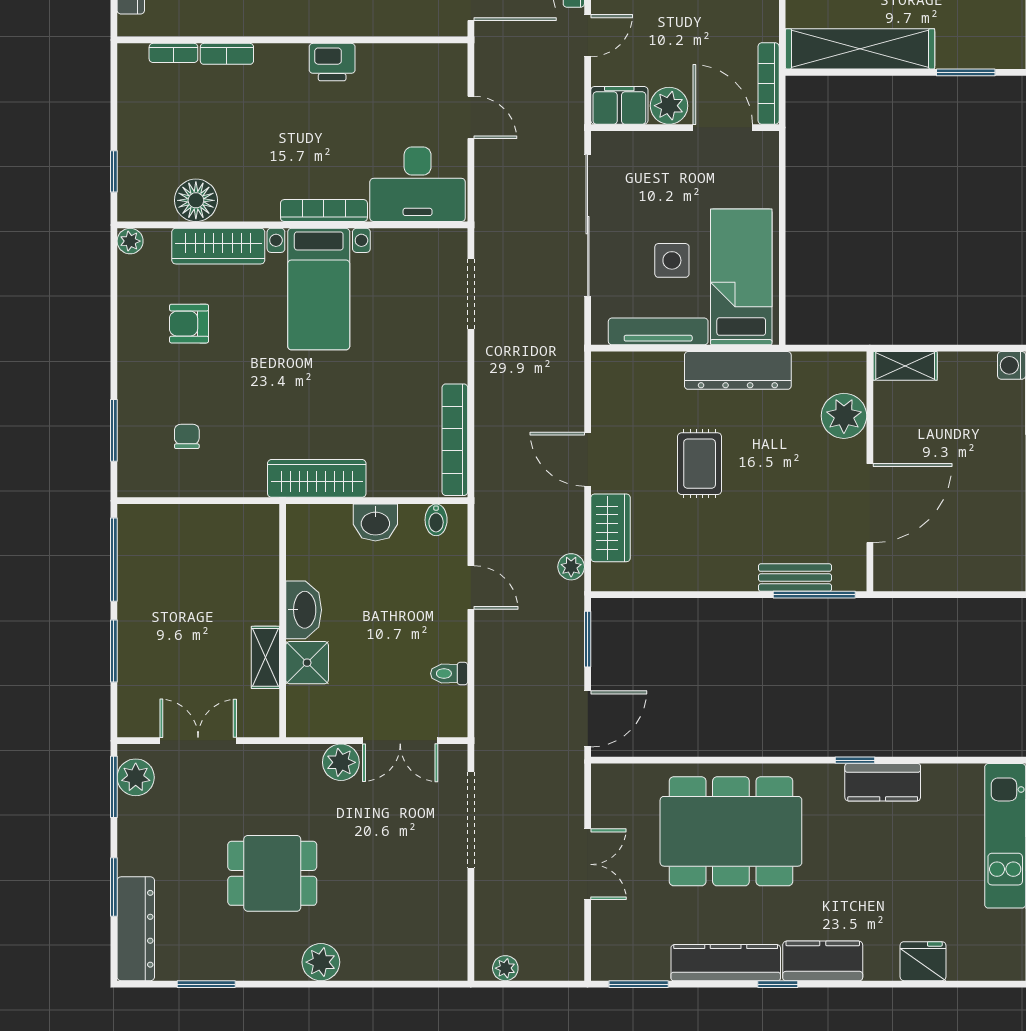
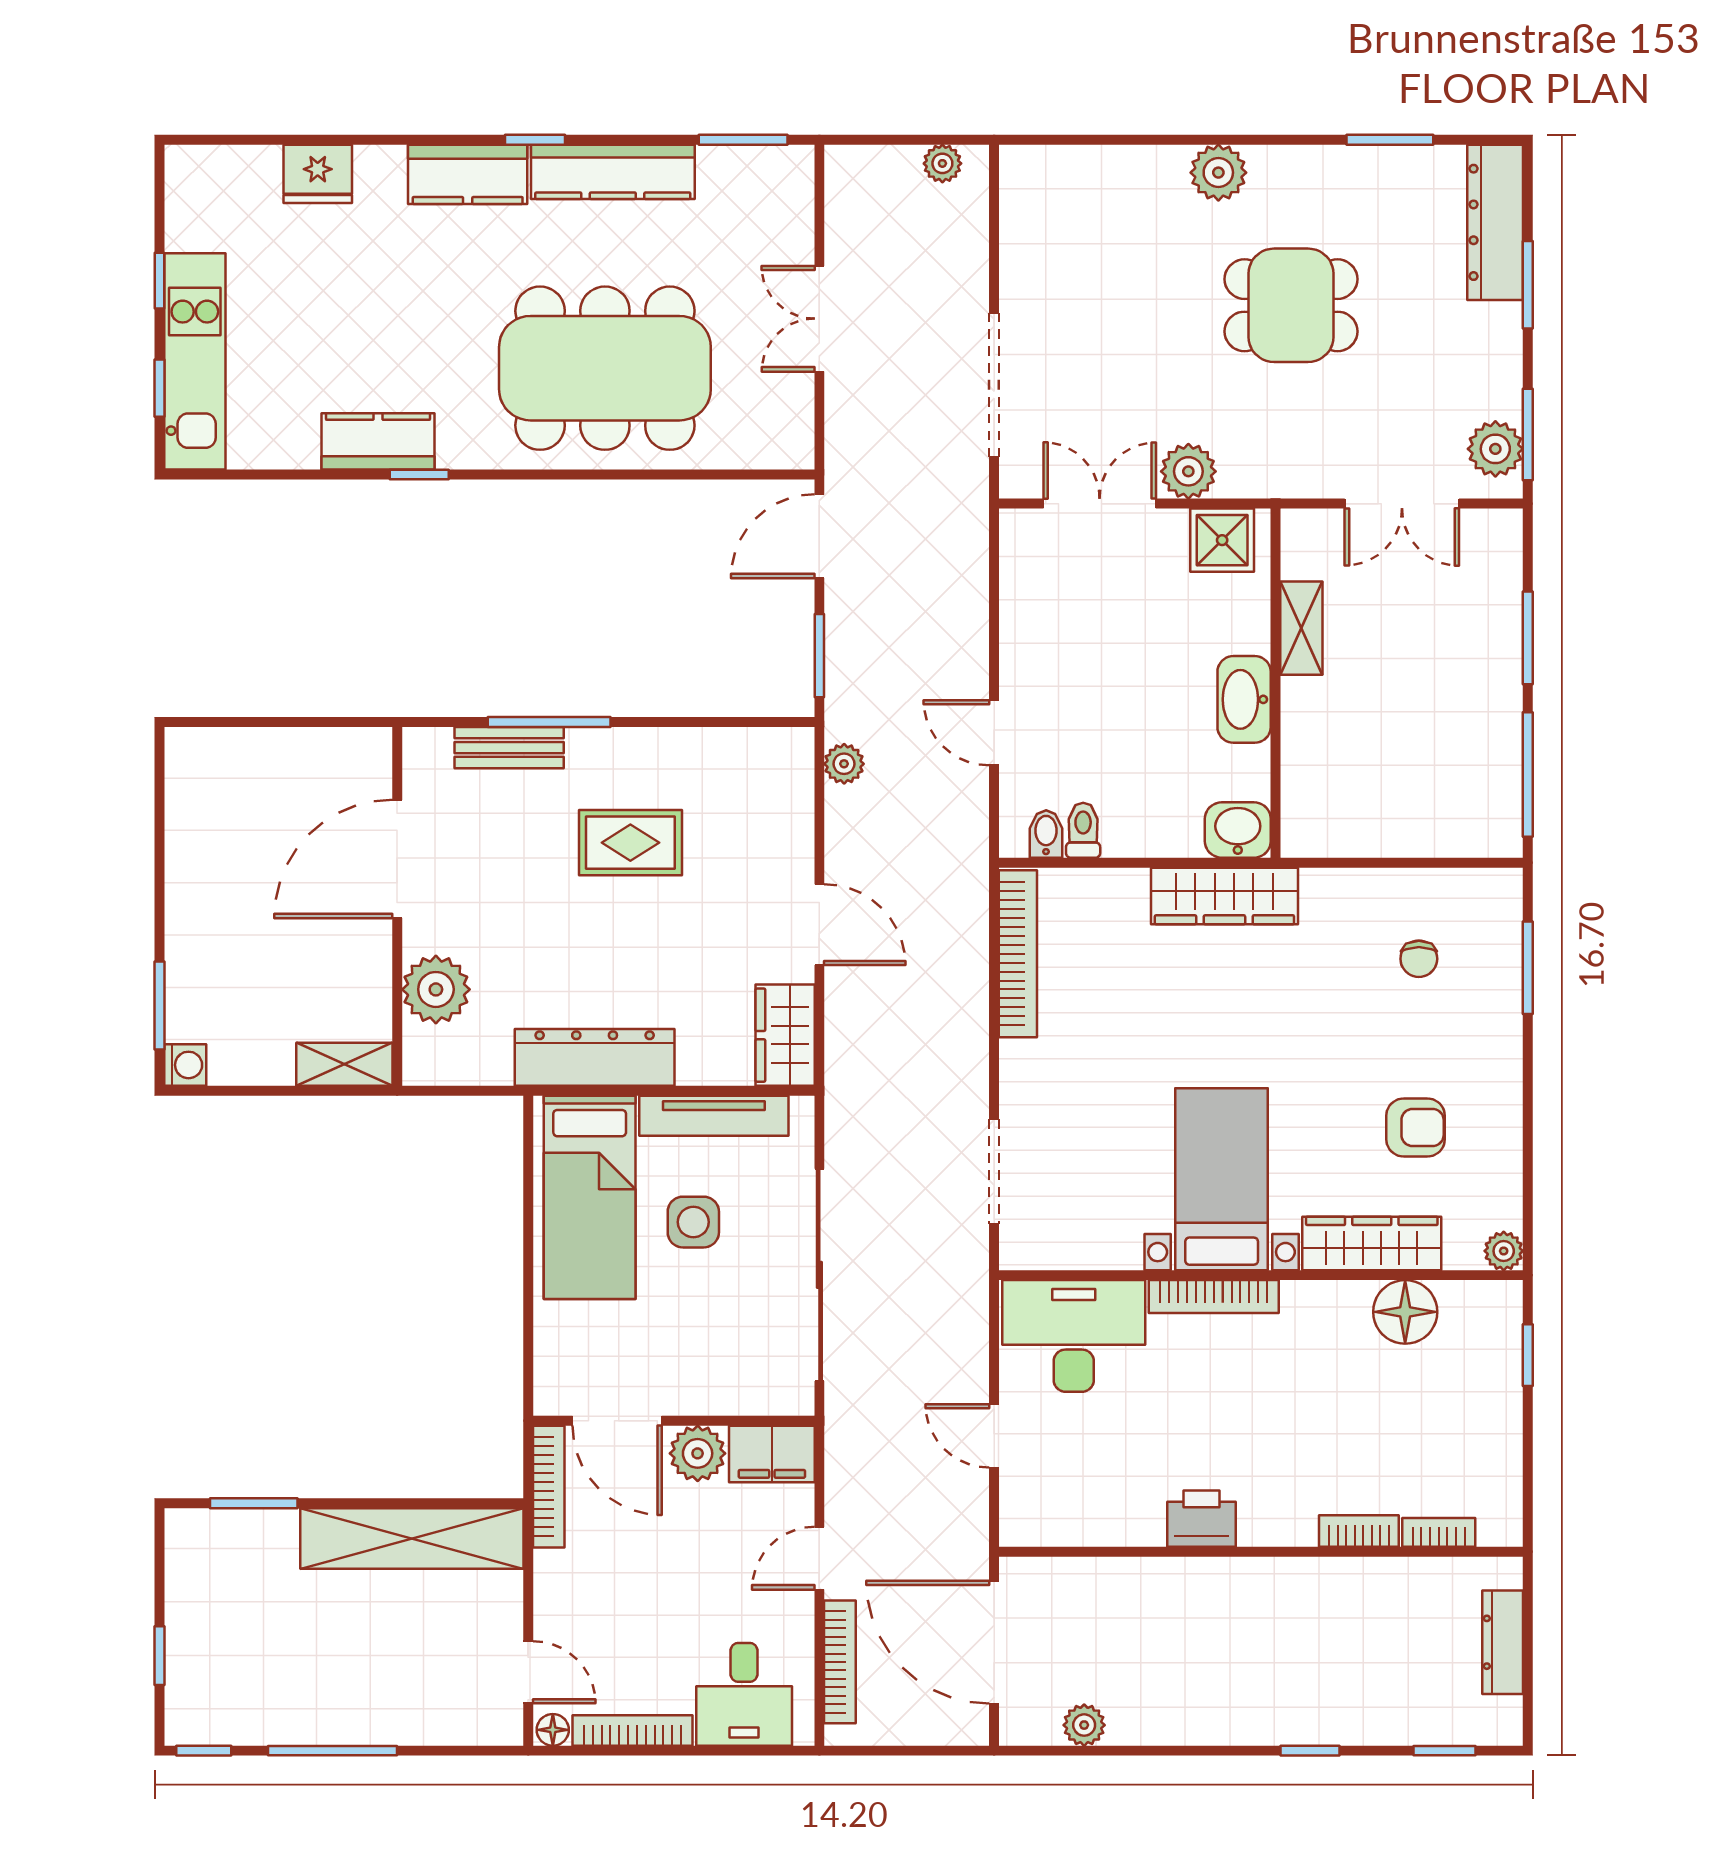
rug: (700, 464) -> (630, 843), moved, turned 90
washbasin: (375, 522) -> (1238, 830), moved
wardrobe: (611, 528) -> (785, 1035), moved
window: (814, 595) -> (549, 722), moved
shower: (307, 663) -> (1222, 540), moved
toilet: (449, 674) -> (1083, 830), moved, turned -90

